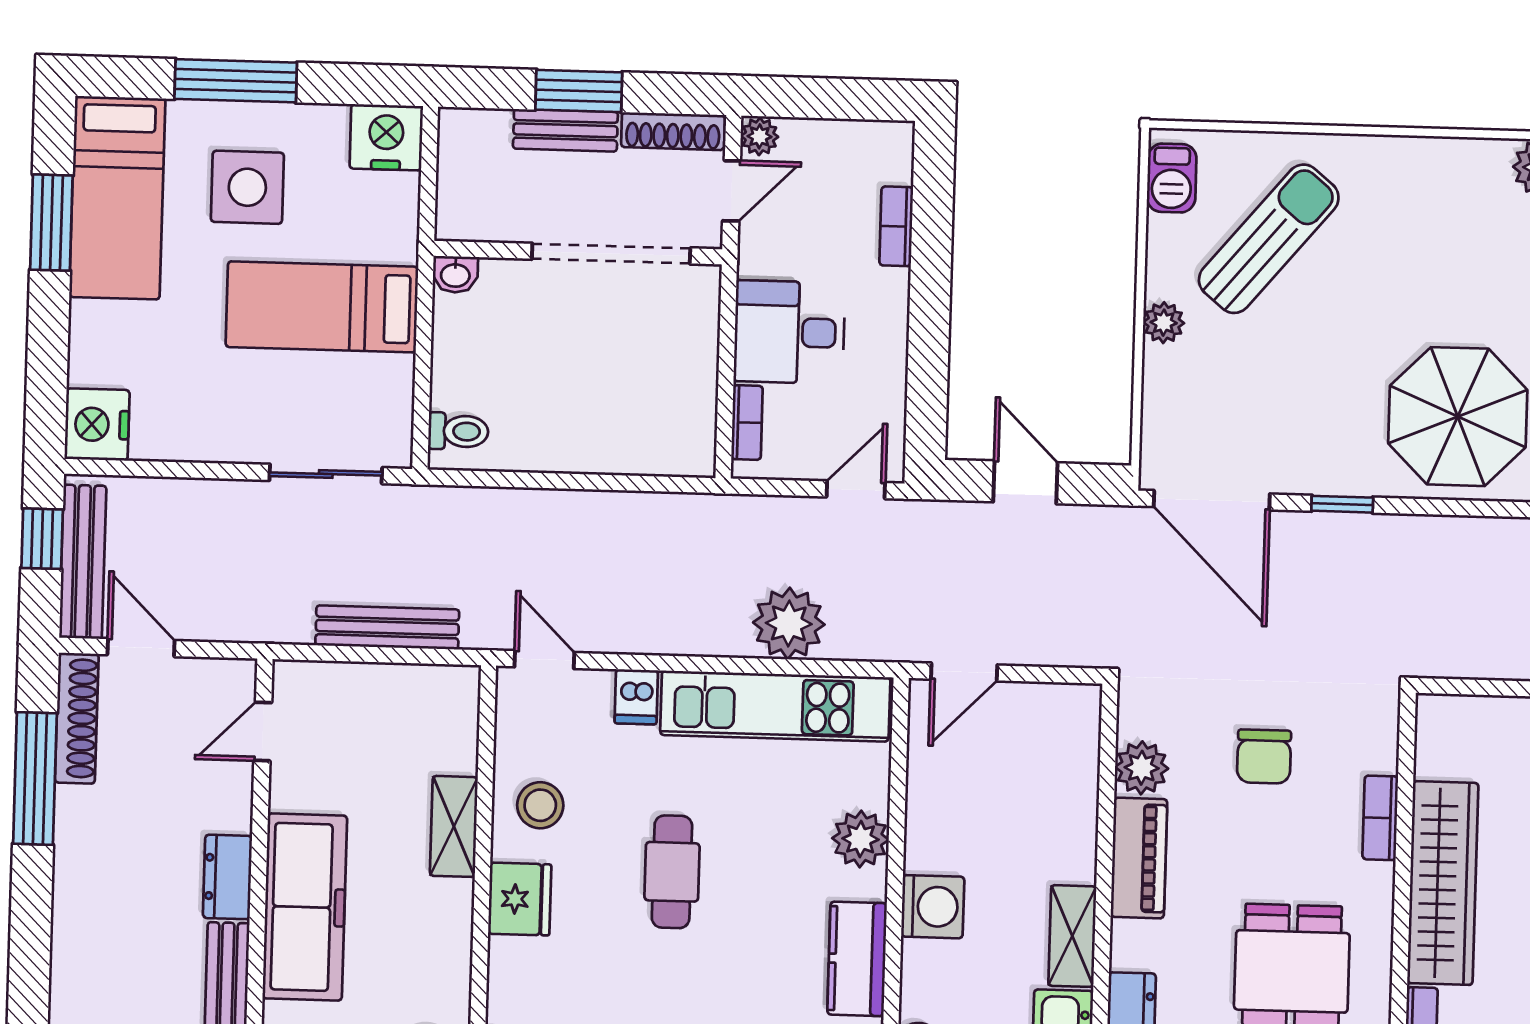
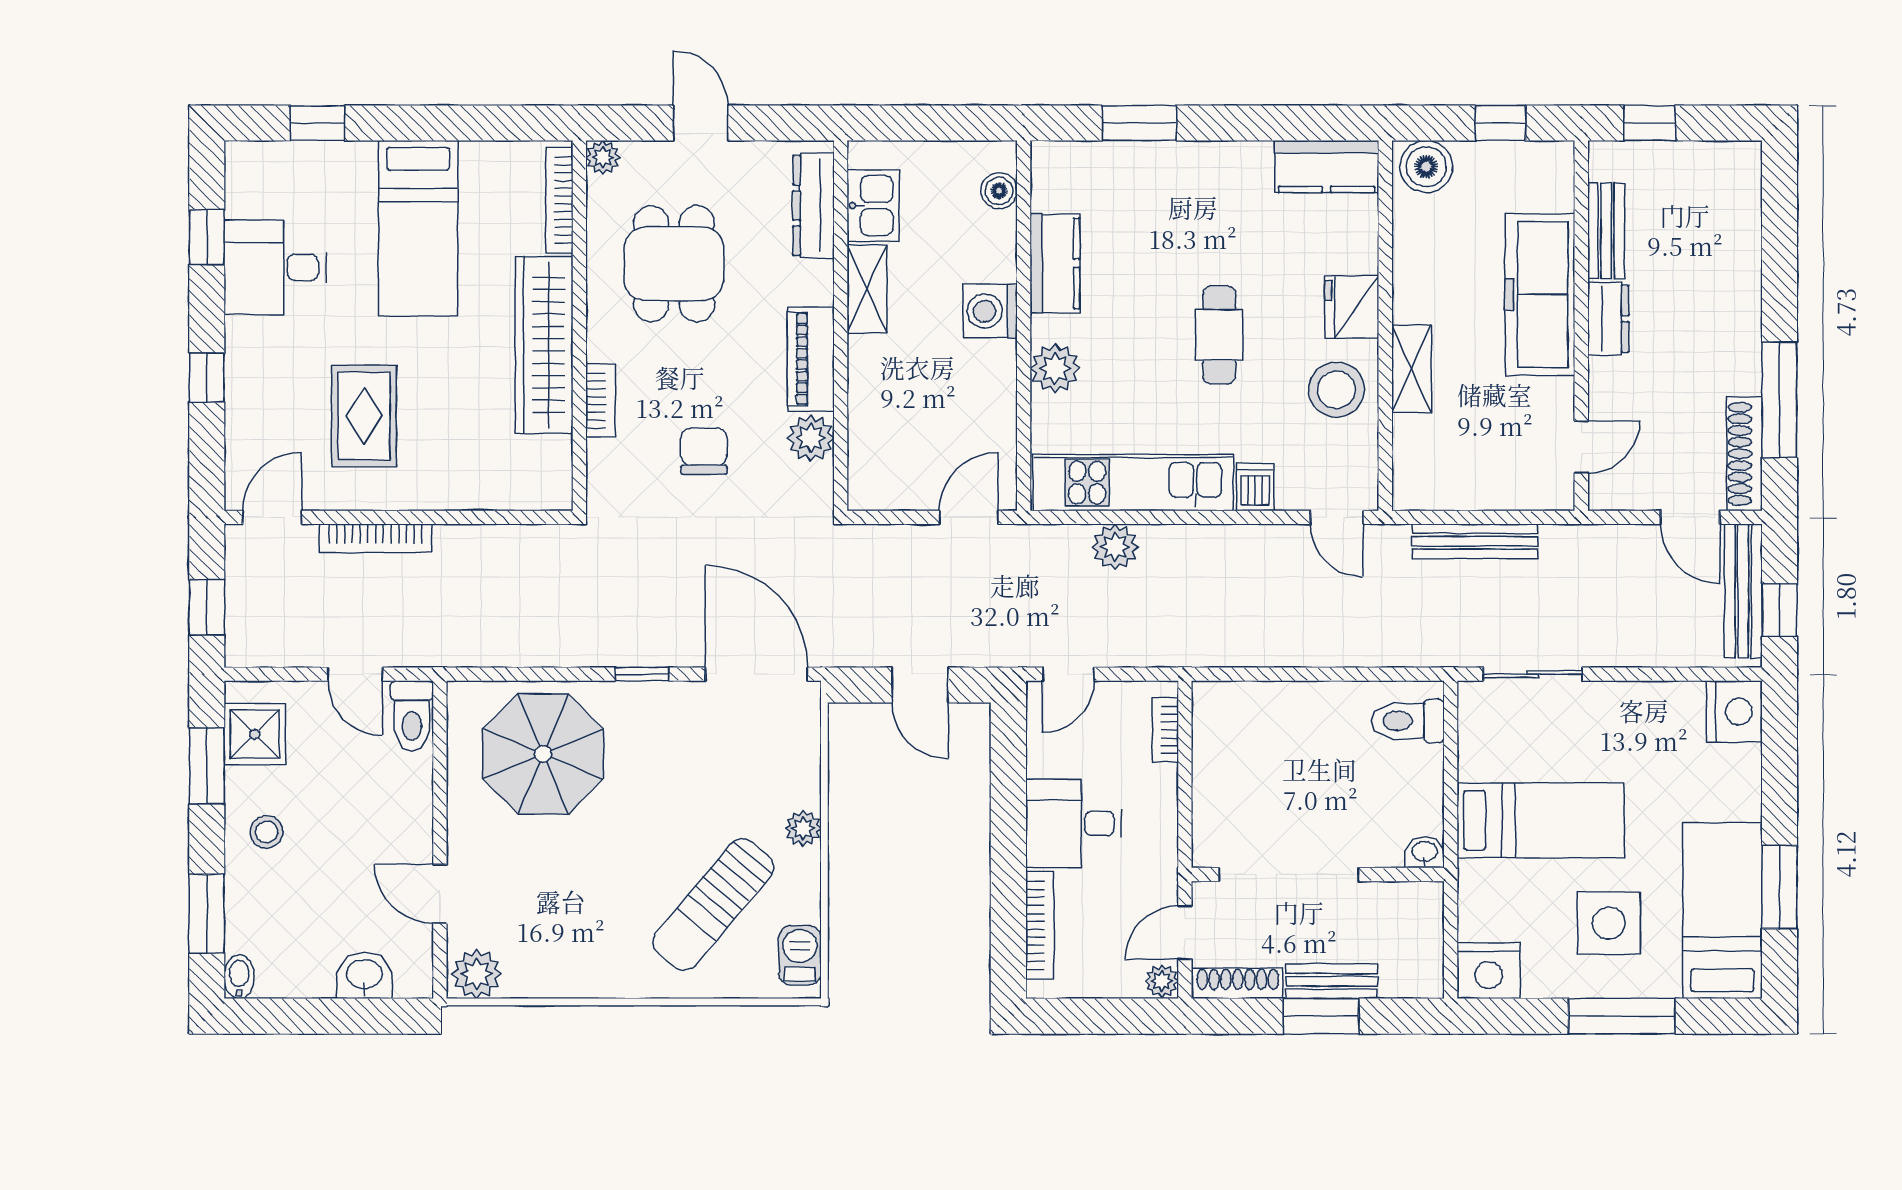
bookcase: (896, 226) -> (1040, 925), width x1.56
desk: (789, 332) -> (1074, 823), moved, turned 180
toilet: (458, 431) -> (1408, 721), width x1.37, depth x1.39
plant: (789, 623) -> (1115, 547), width x0.73, depth x0.73
stool: (540, 805) -> (1336, 390), width x1.38, depth x1.38

